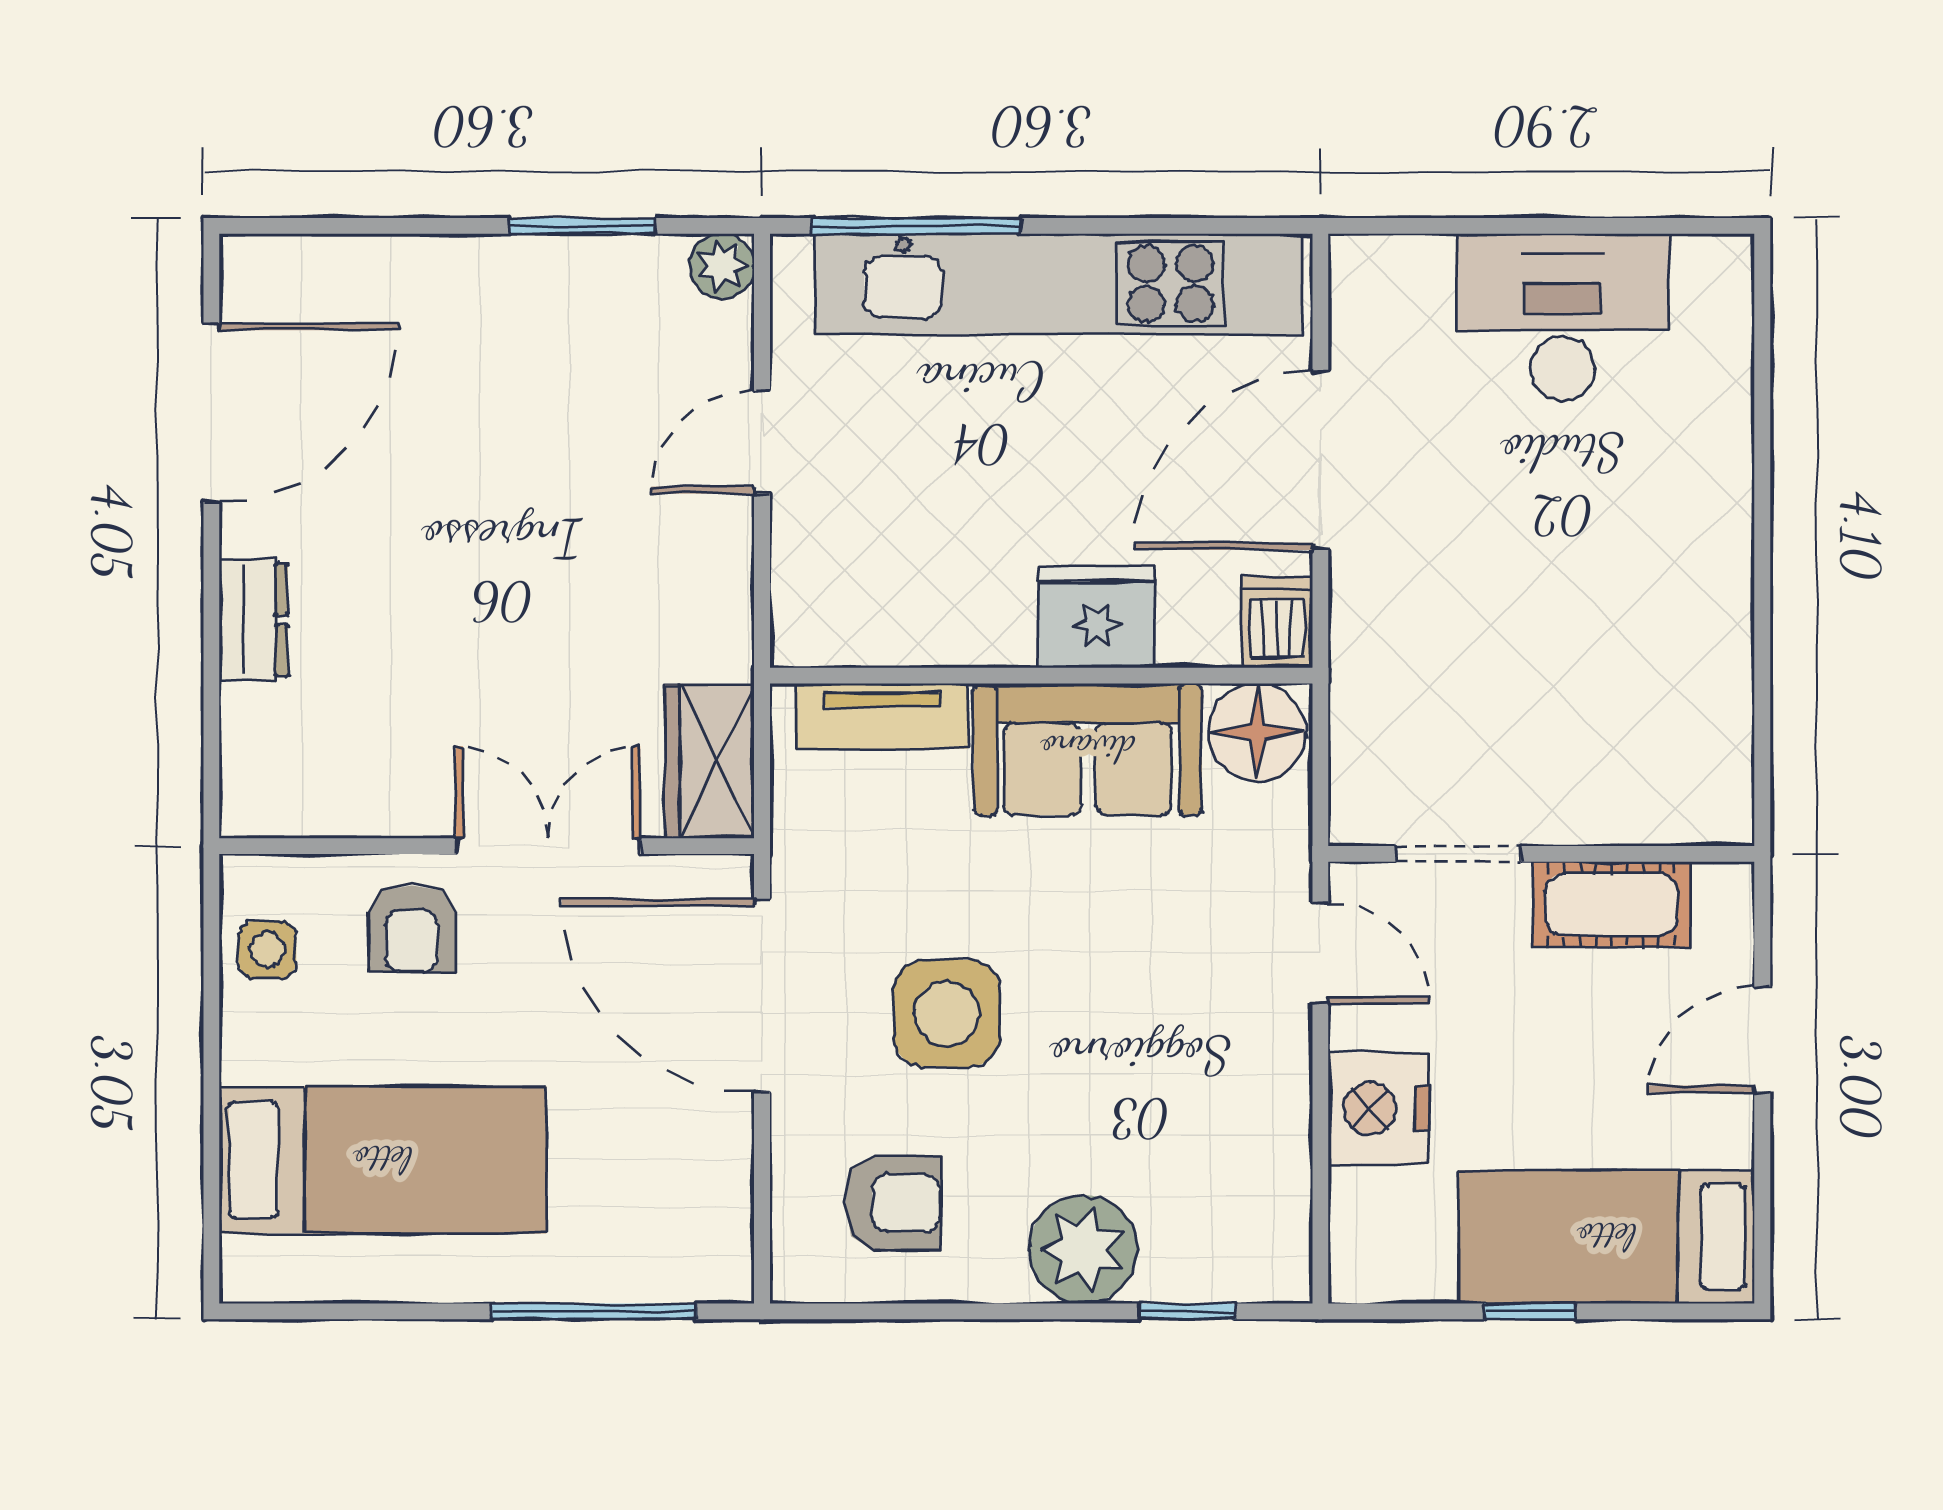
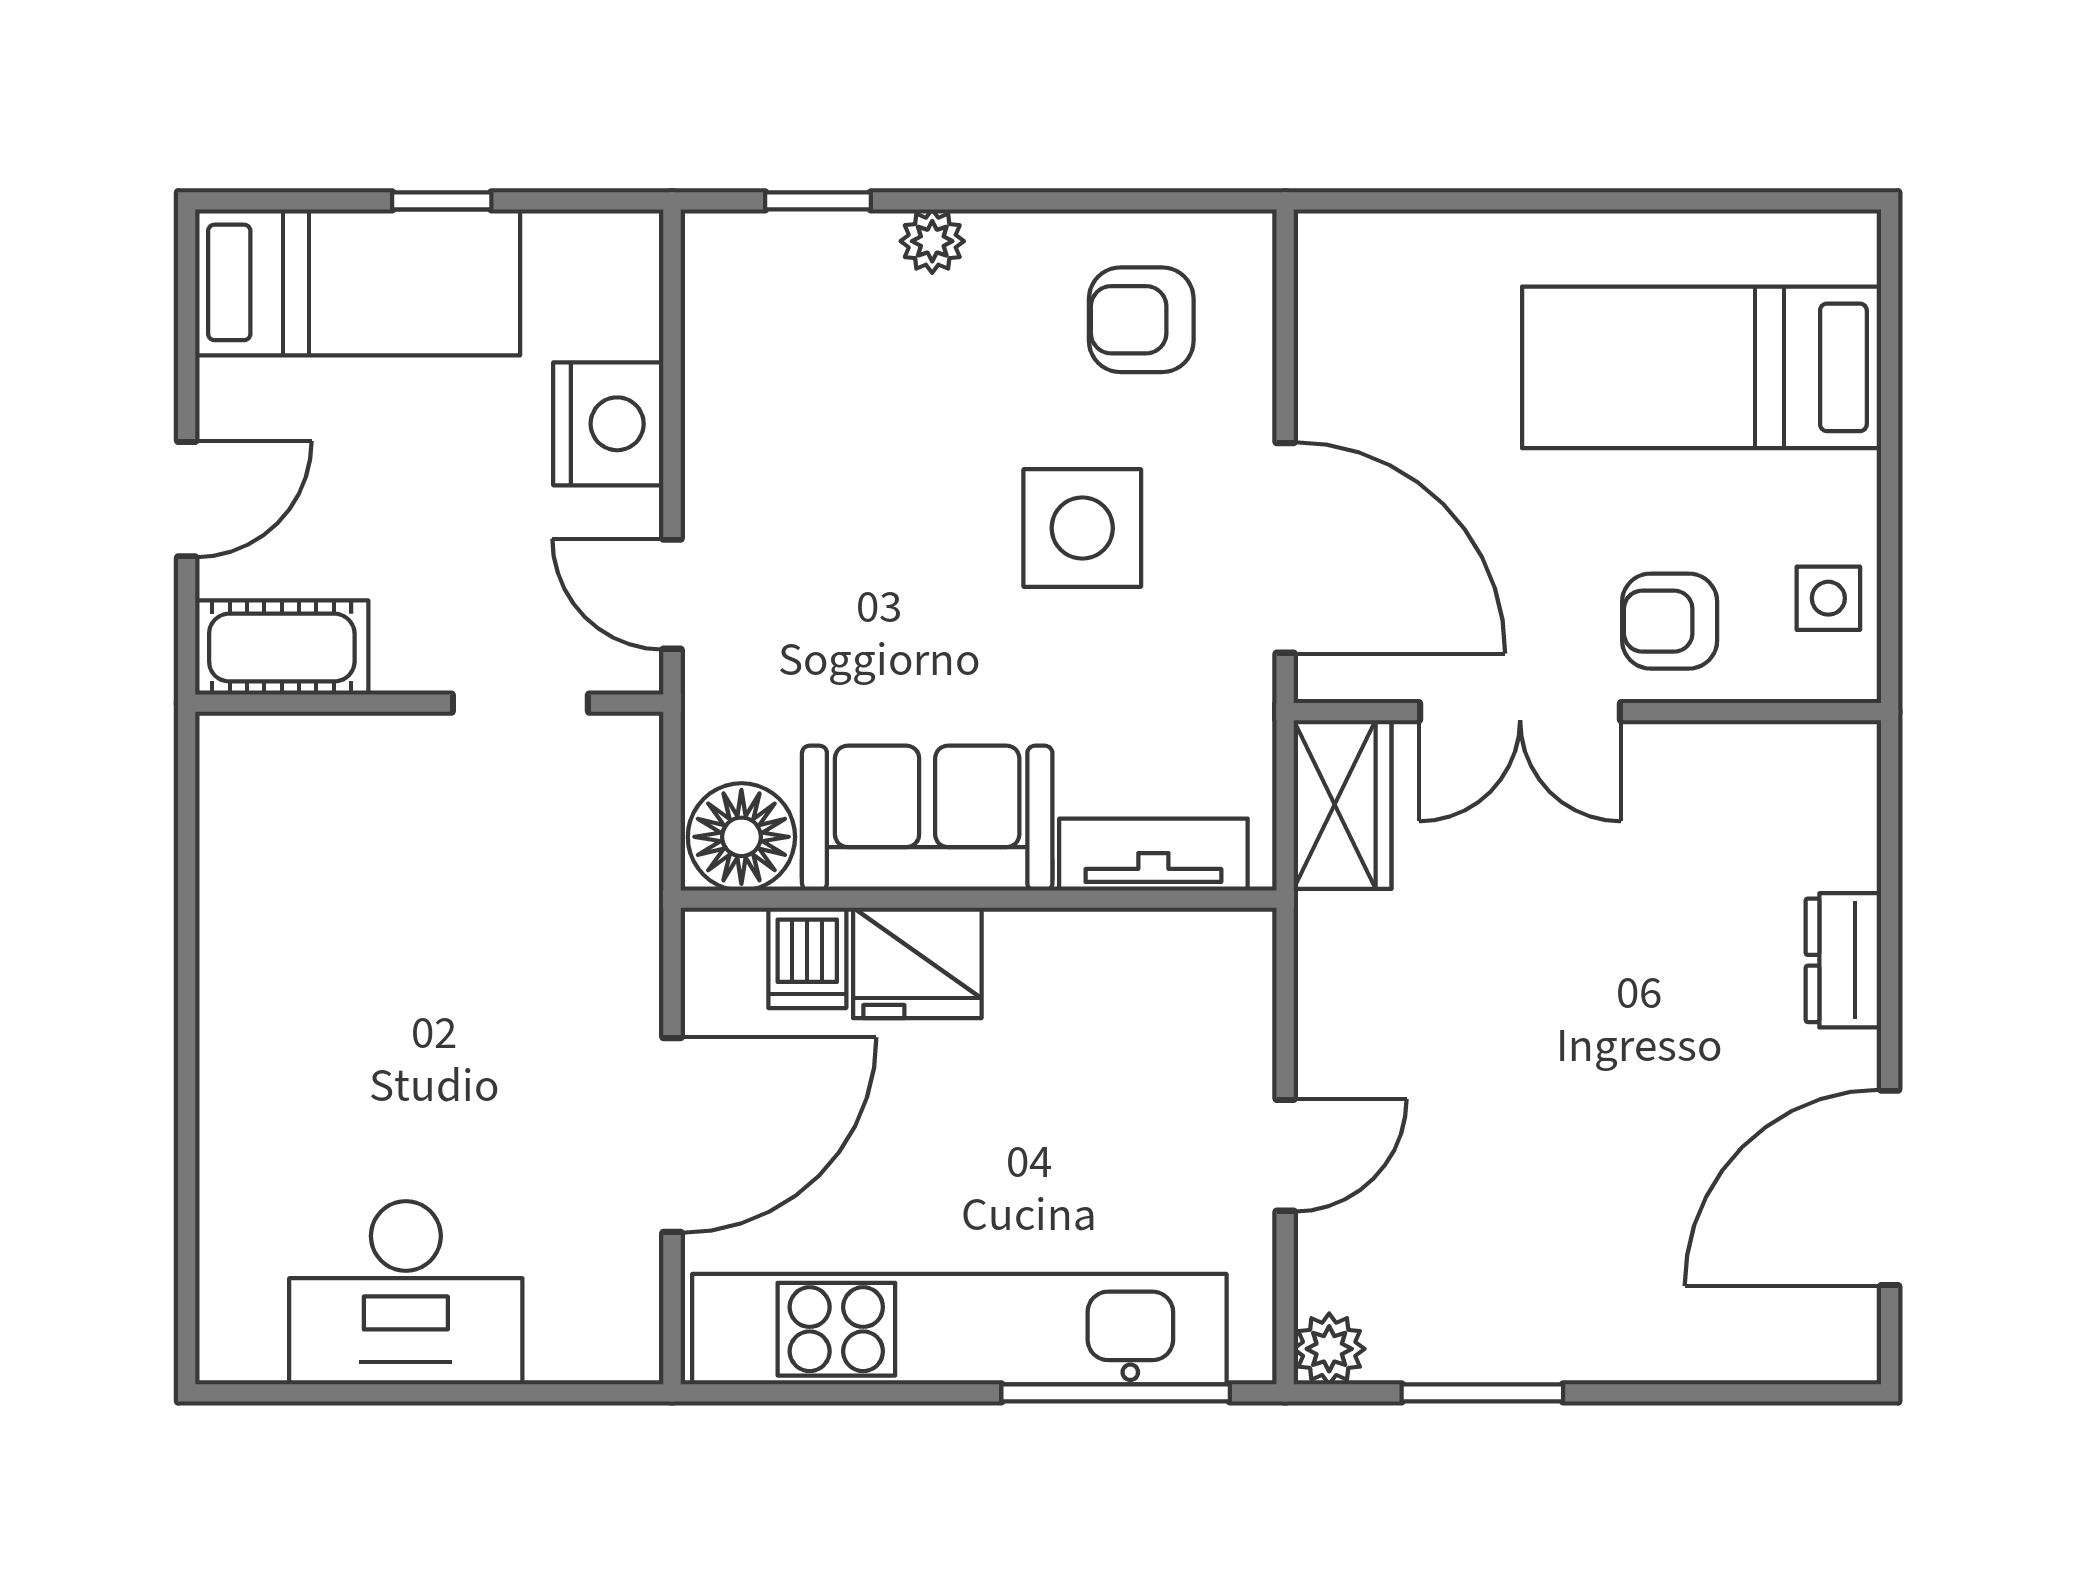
dishwasher: (1277, 622) -> (807, 958), moved
cot: (1611, 905) -> (282, 648), moved
armchair: (412, 929) -> (1670, 621), turned -90
plant: (1083, 1249) -> (932, 241), width x0.53, depth x0.53
window: (594, 1311) -> (1470, 201), removed

